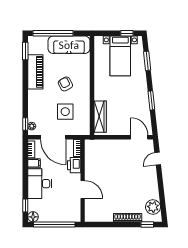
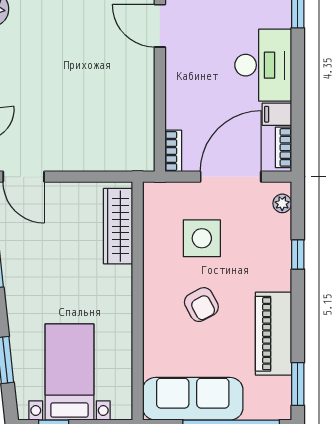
window: (25, 124) -> (298, 254), moved
door: (53, 137) -> (231, 177), hinge flipped
printer: (74, 165) -> (180, 109), removed
door: (83, 189) -> (160, 26), moved

